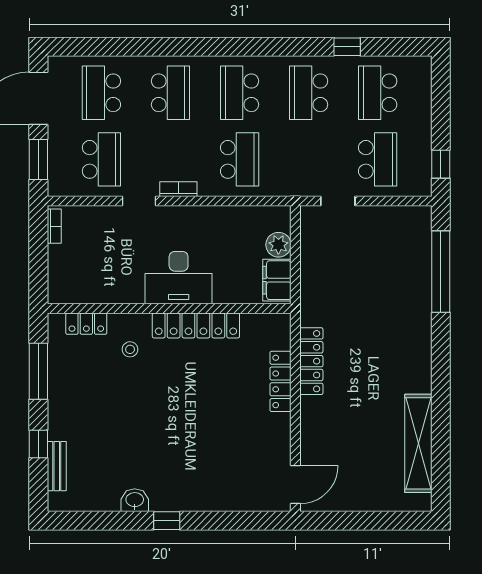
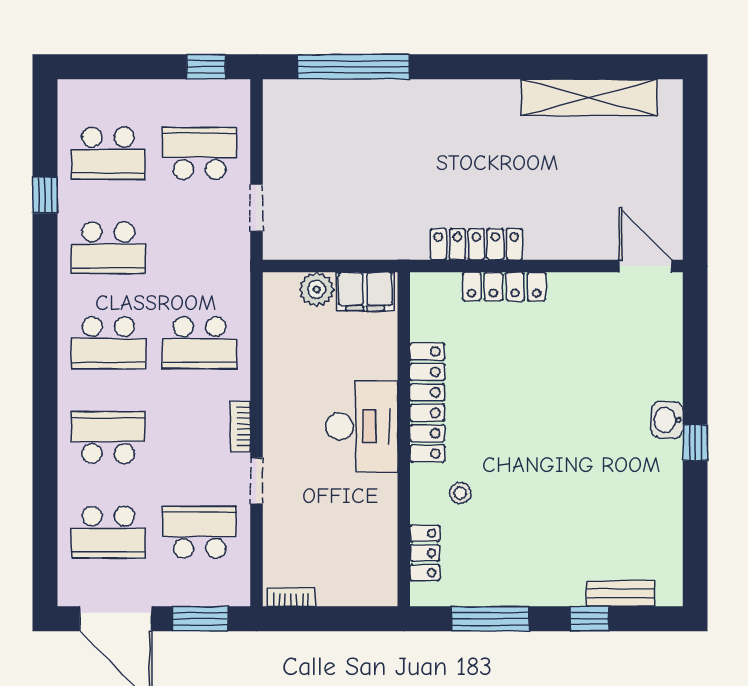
school desk: (240, 159) -> (200, 343), turned 180
washbasin: (135, 500) -> (667, 420), moved

